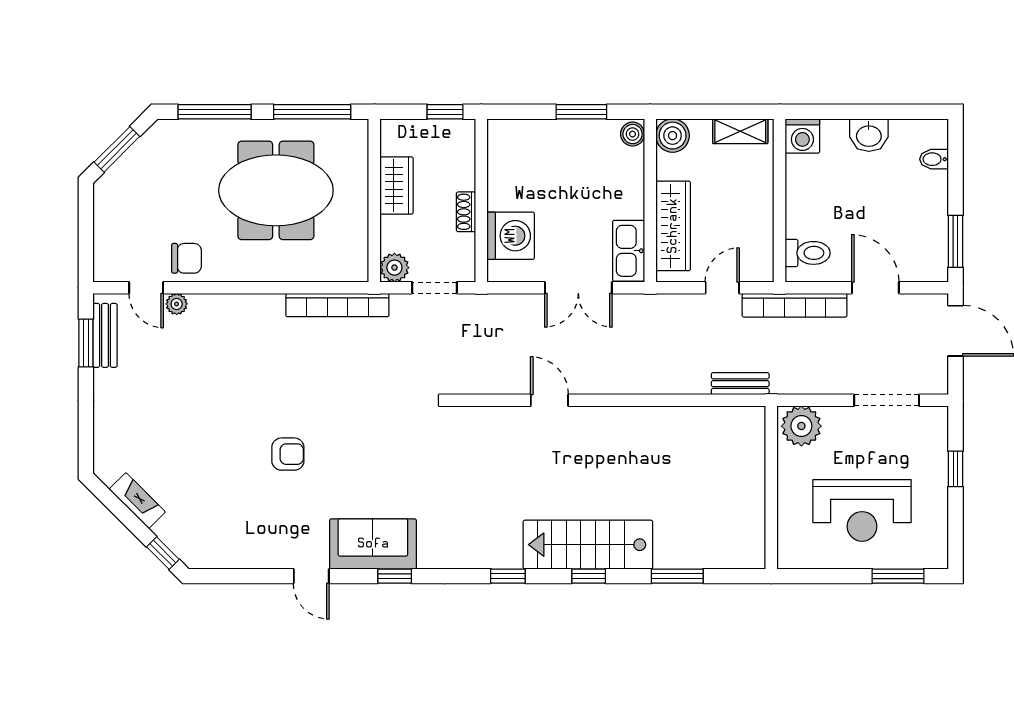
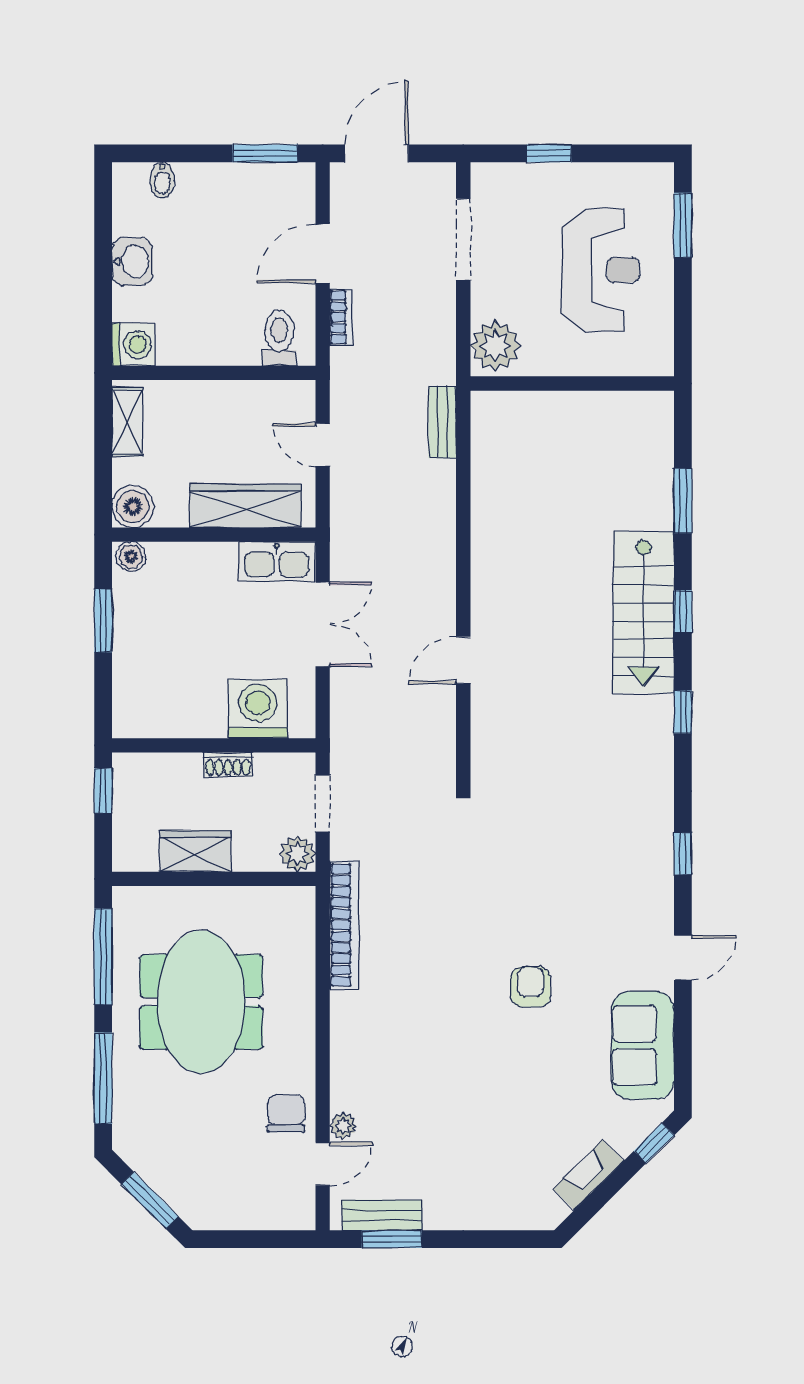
bookcase: (795, 305) -> (341, 317), width x0.43, depth x0.76
sofa: (373, 544) -> (643, 1045), moved

